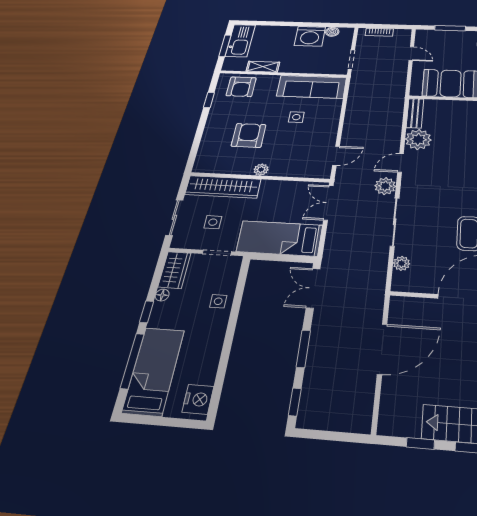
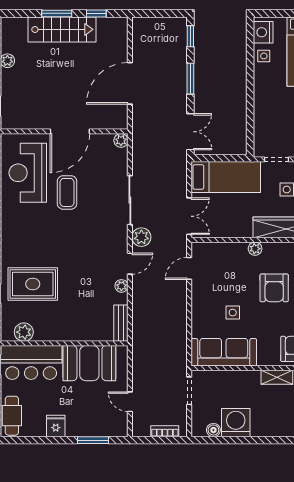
plant: (418, 139) -> (121, 286), width x0.53, depth x0.53
plant: (401, 263) -> (121, 140), moved
side table: (218, 301) -> (264, 56), moved

